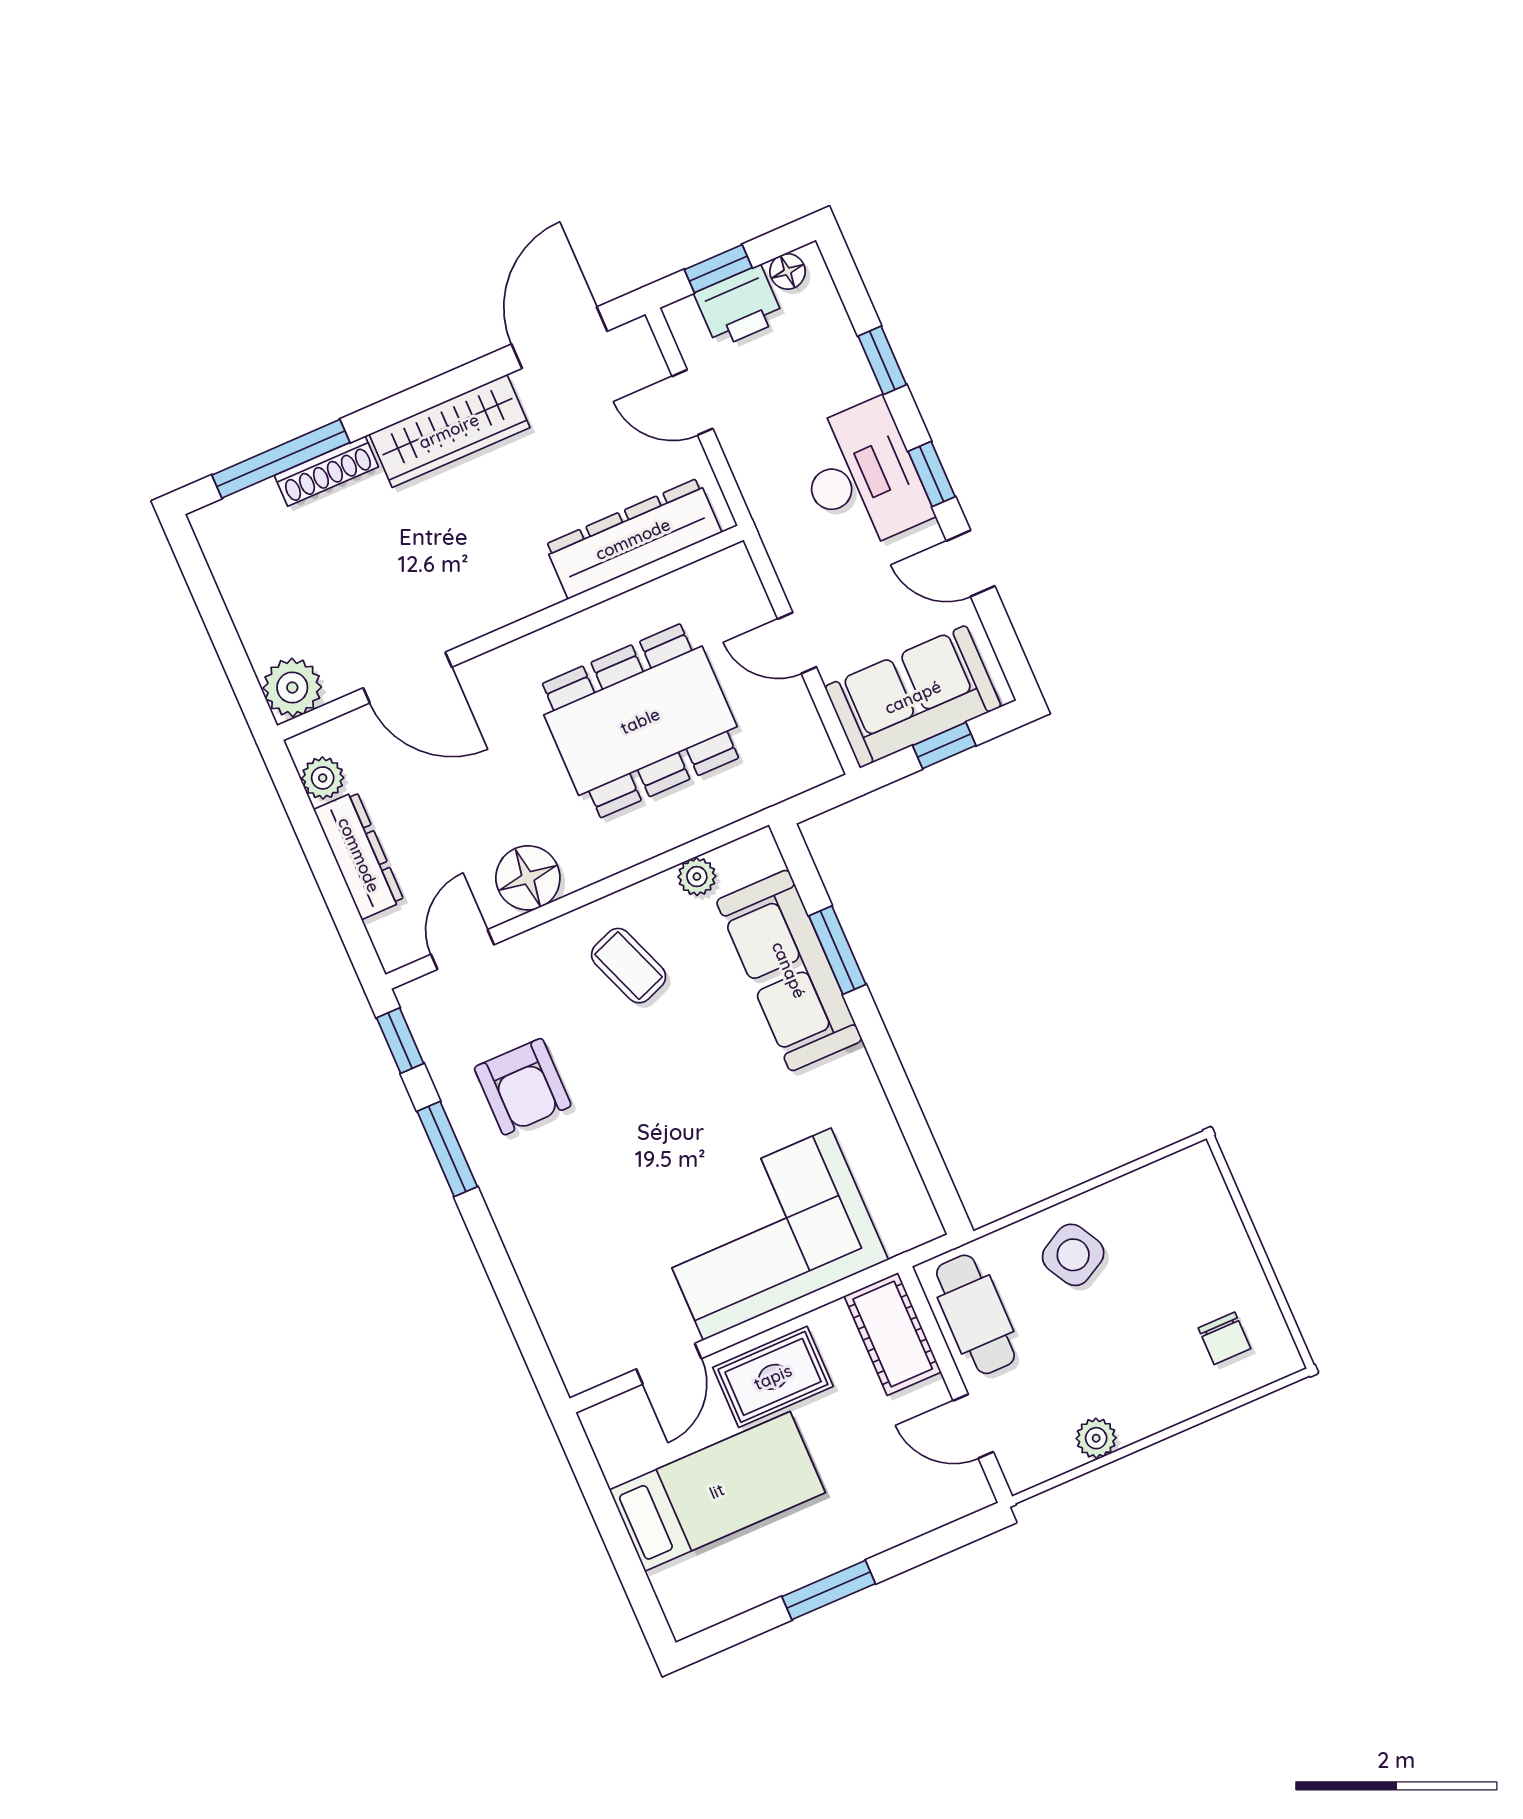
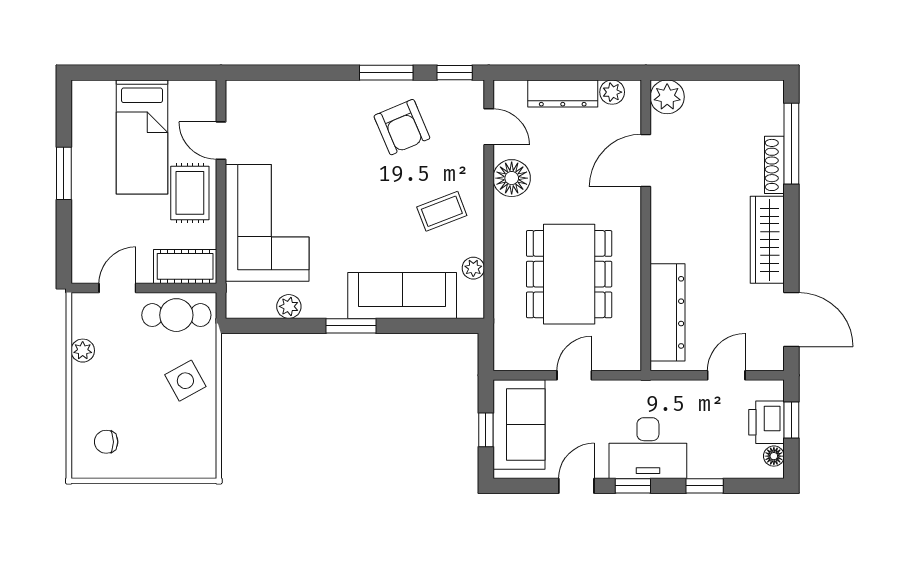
window: (837, 950) -> (351, 326), moved
armchair: (523, 1087) -> (402, 127), turned -113
plant: (885, 1142) -> (289, 306), added

